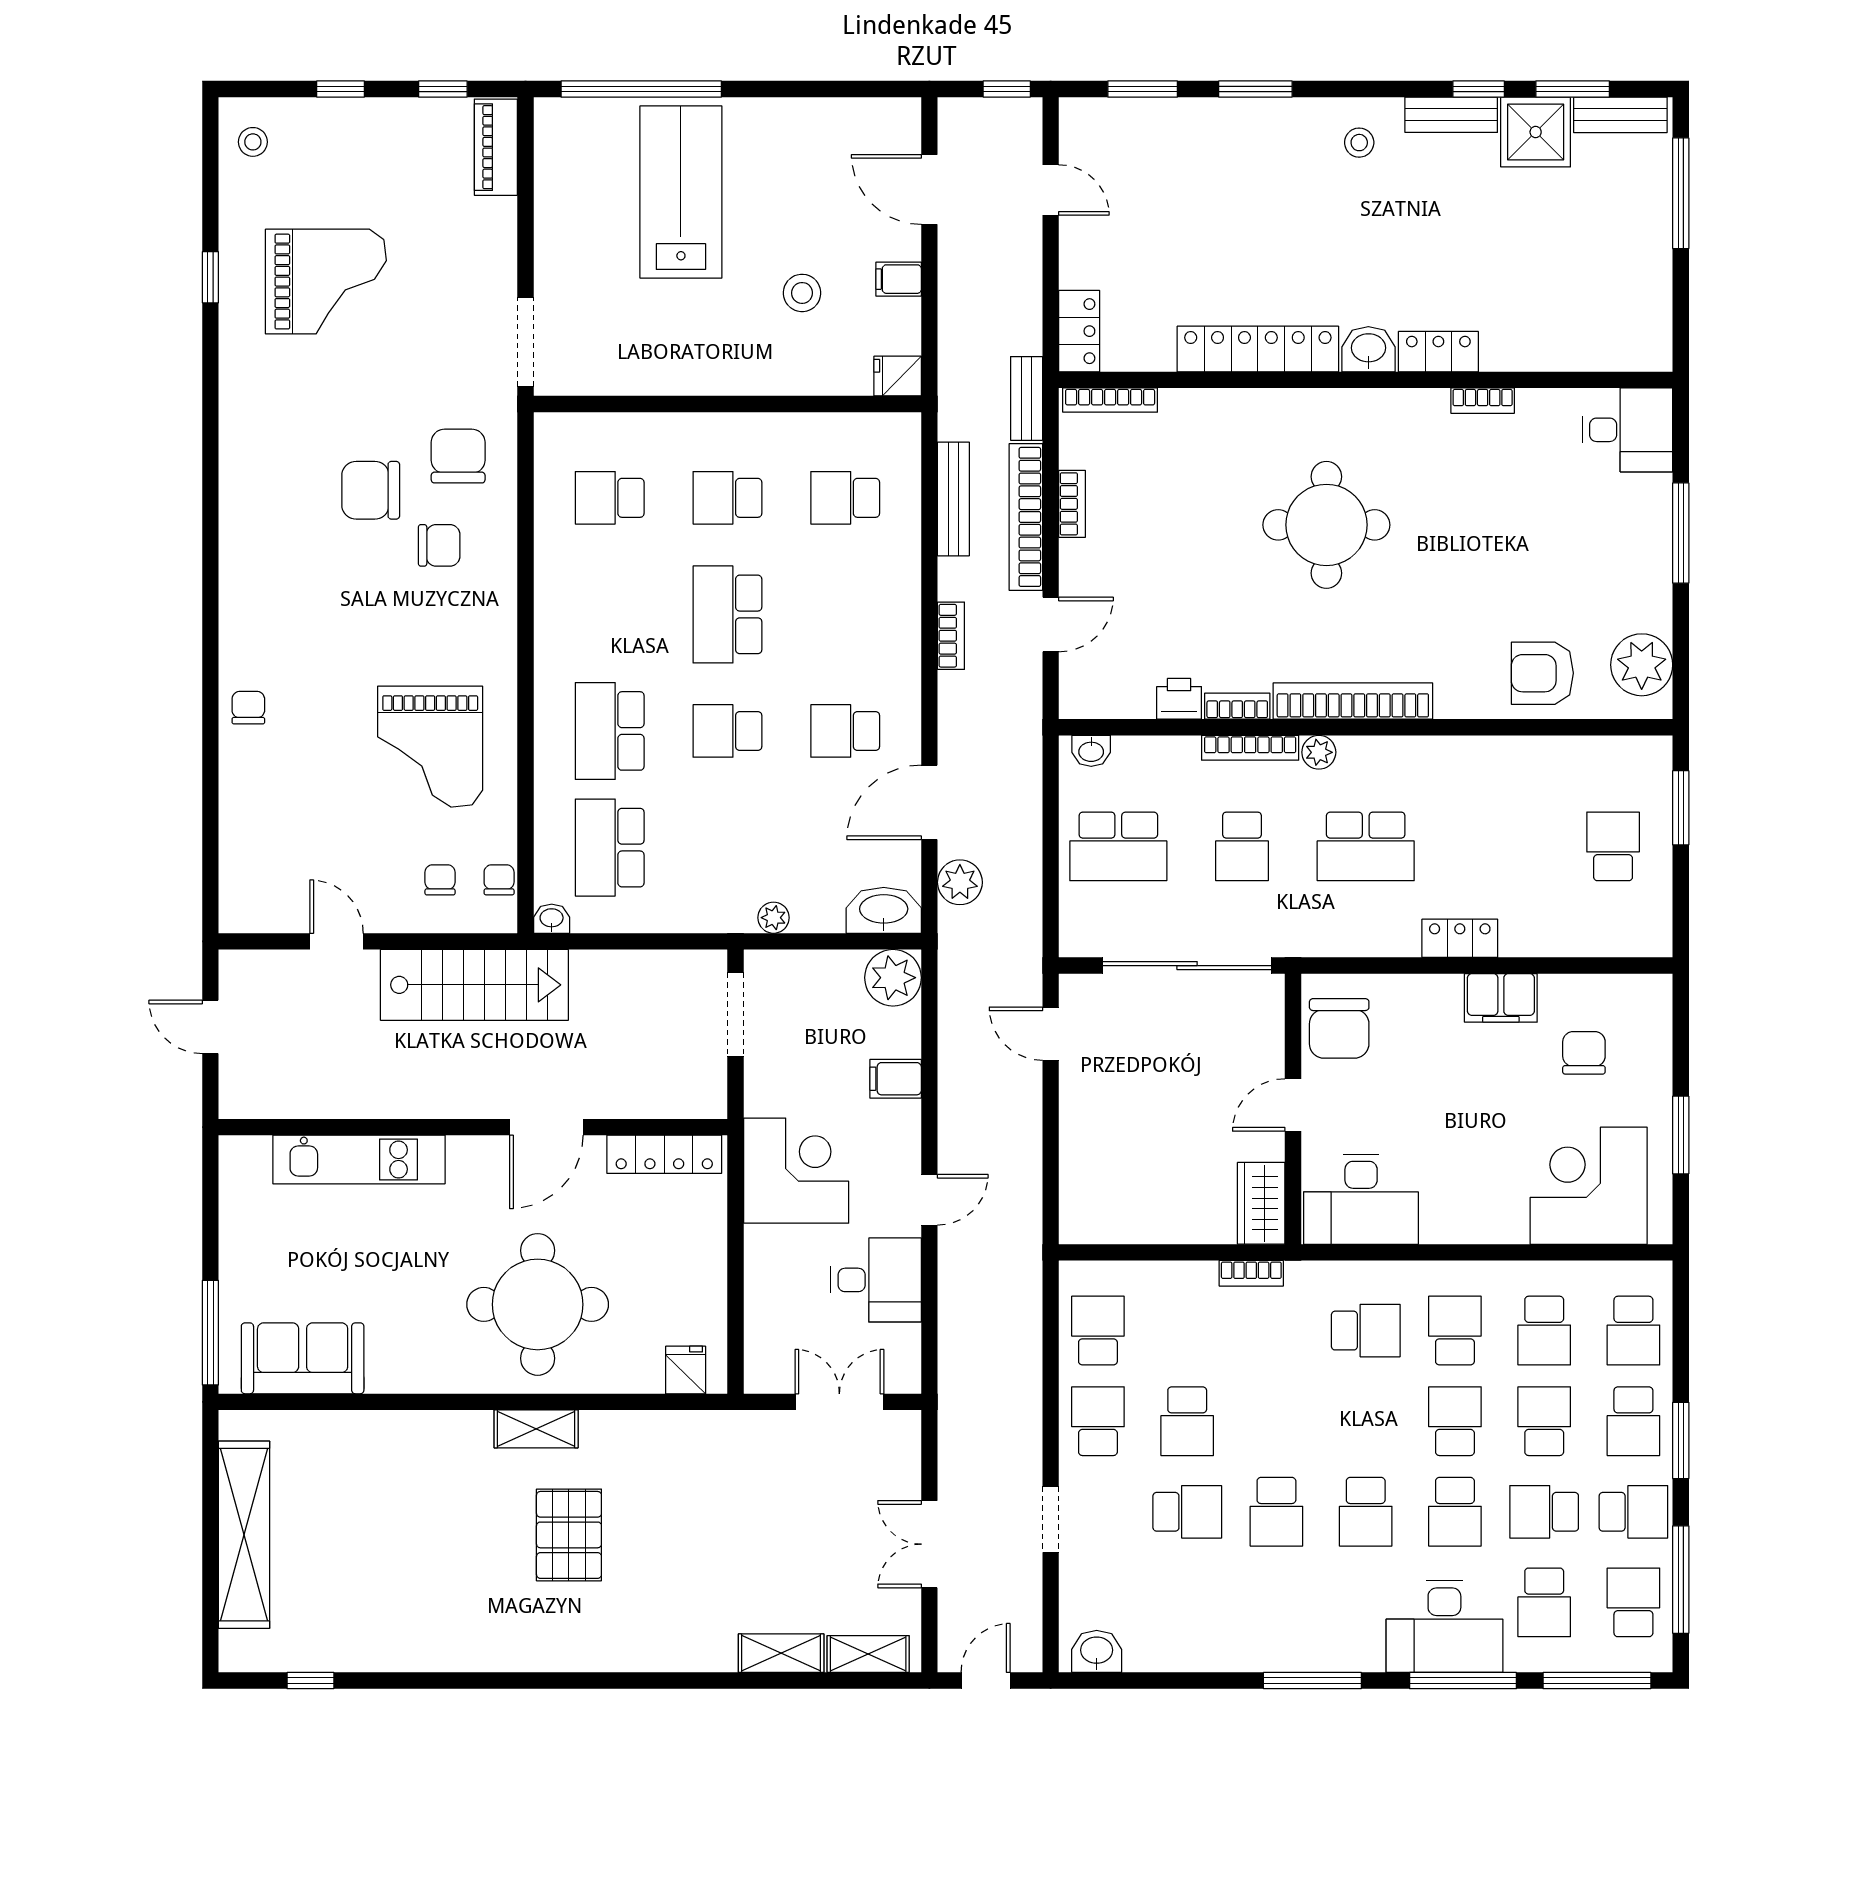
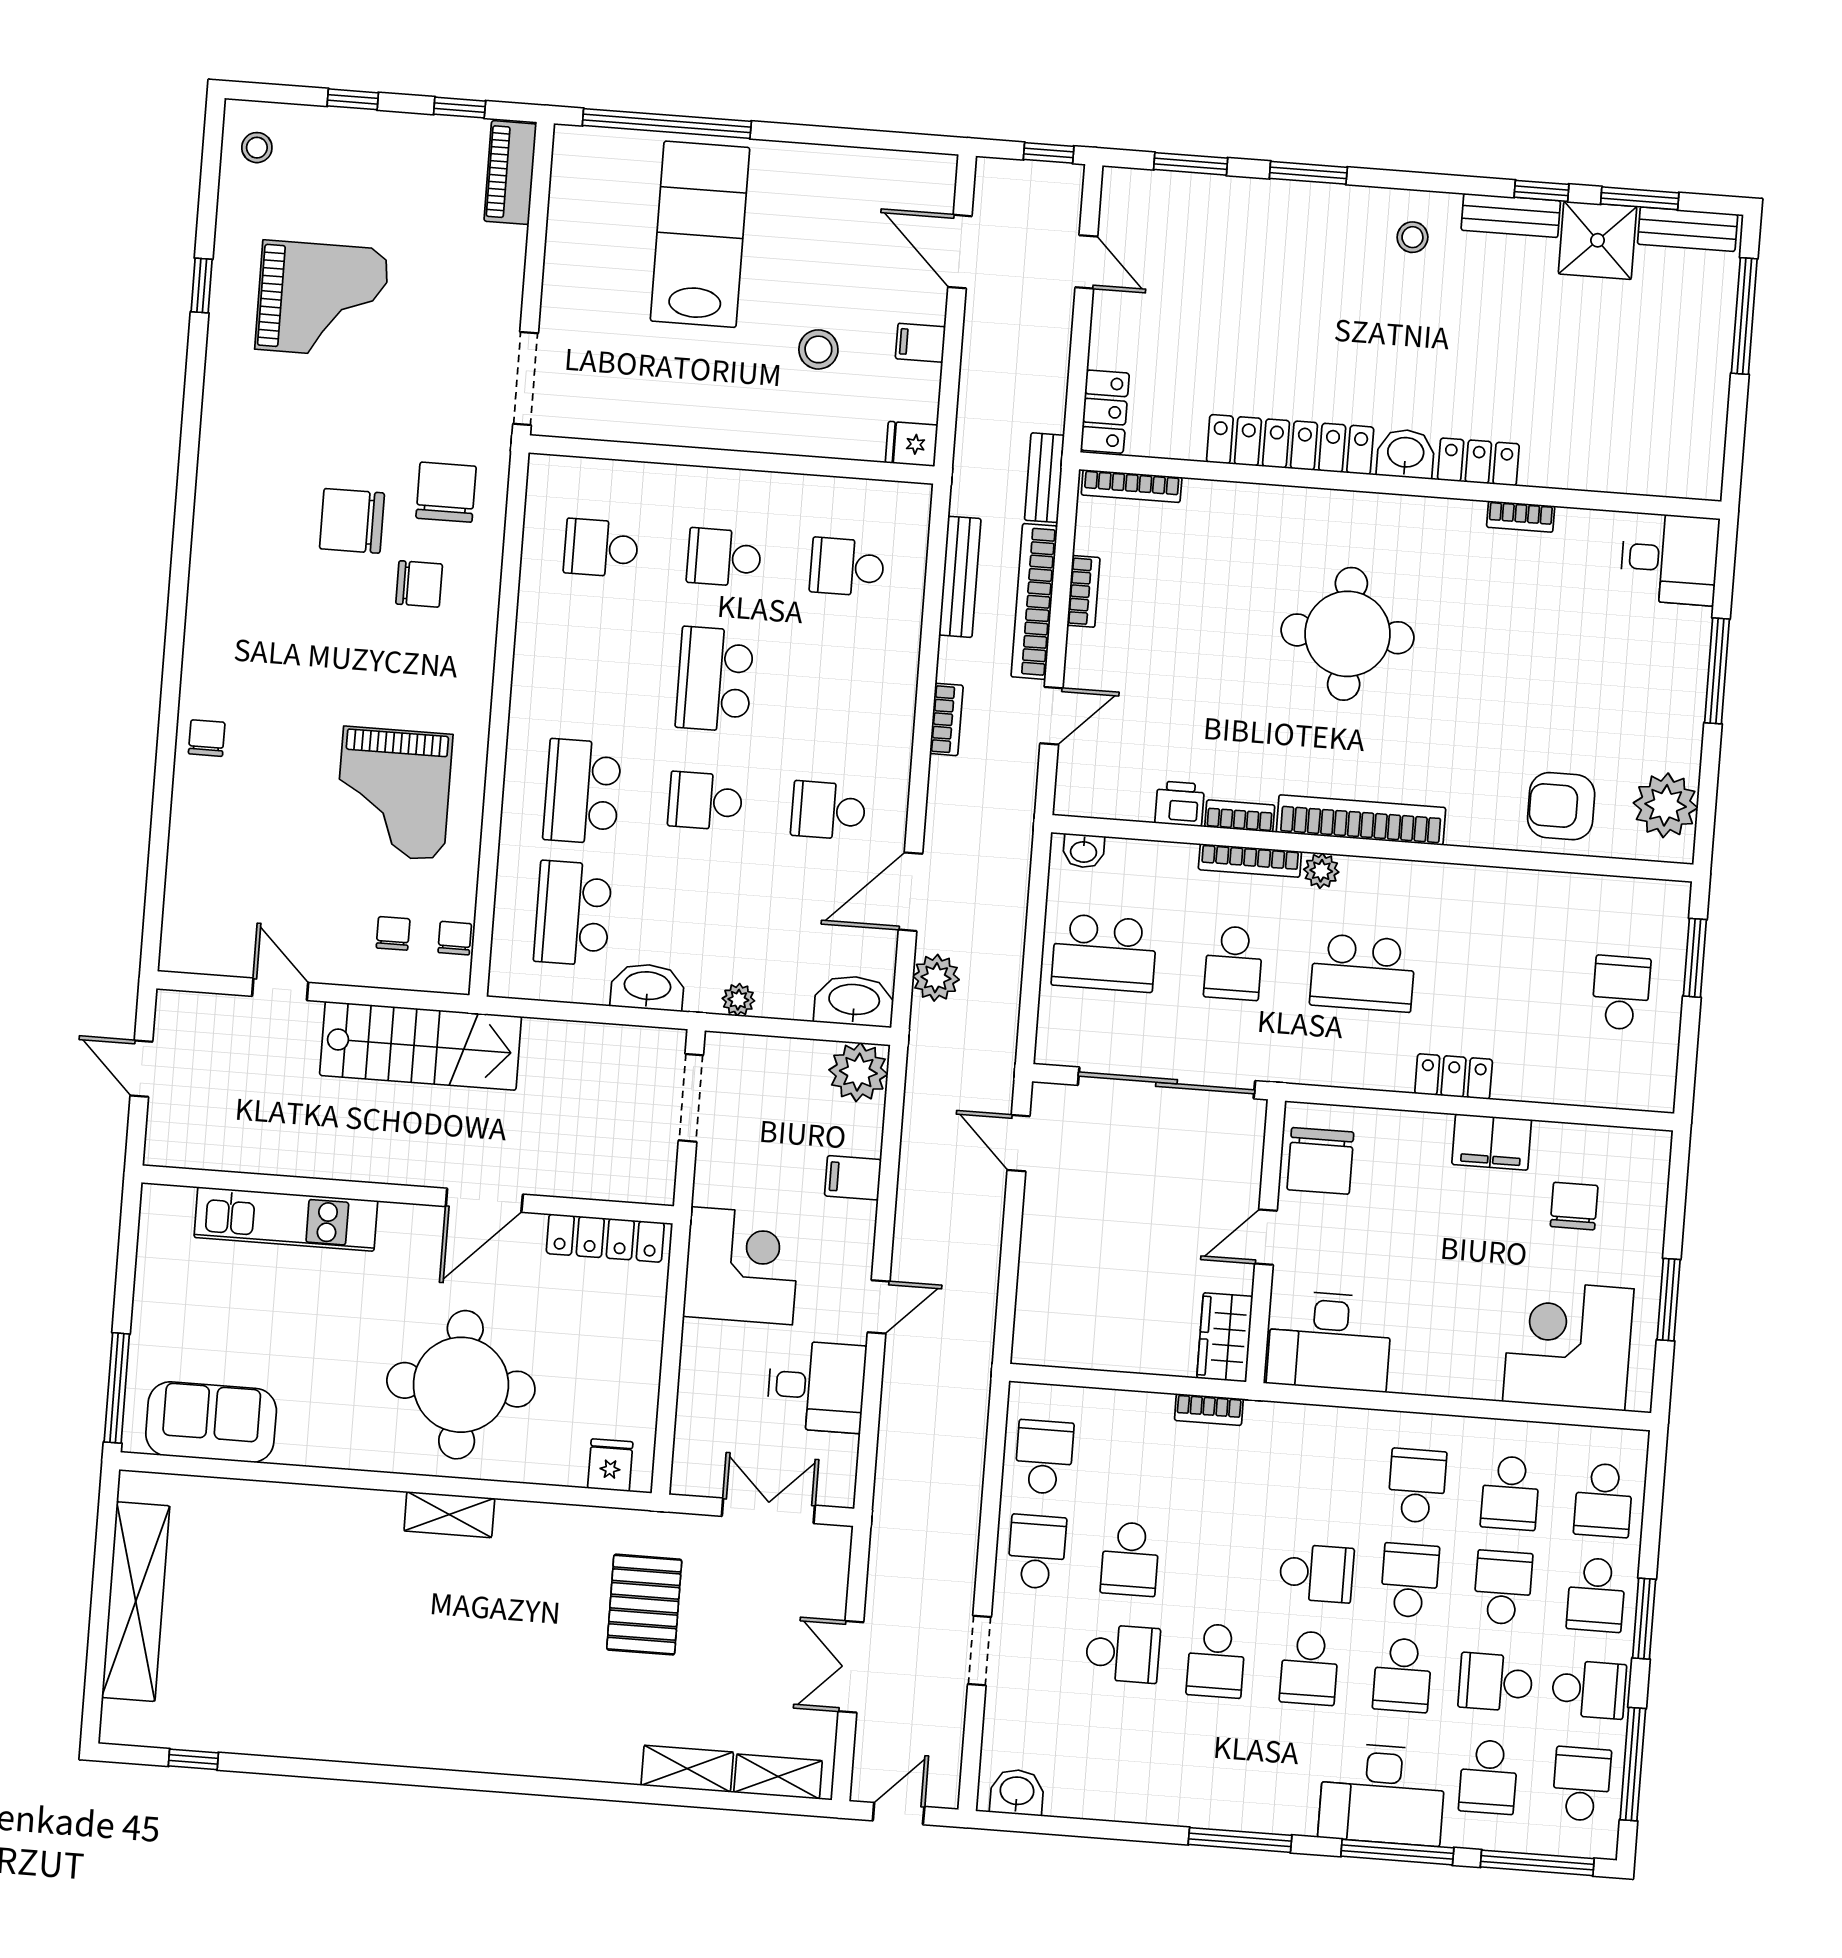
washbasin: (552, 919) -> (647, 987), moved, width x1.91, depth x1.45
school desk: (1366, 1331) -> (1316, 1573), moved
pallet: (569, 1535) -> (644, 1605), moved

